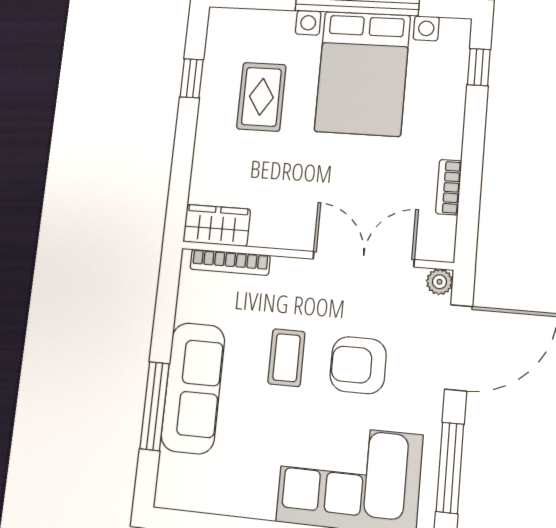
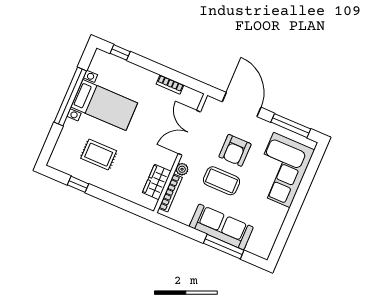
bed with nightstands: (363, 73) -> (104, 105), width x0.73
wardrobe: (217, 225) -> (157, 182), moved
plant: (439, 282) -> (182, 169), moved
coffee table: (286, 358) -> (221, 181), width x1.36, depth x1.30

